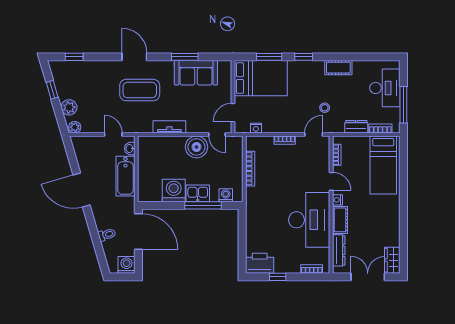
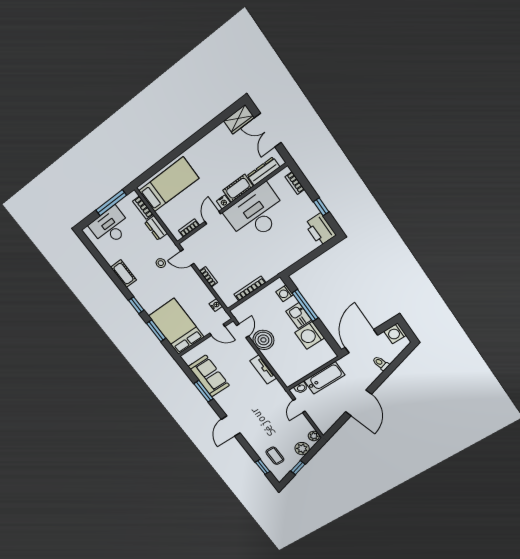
coffee table: (140, 90) -> (275, 456), moved, width x0.54, depth x0.58

